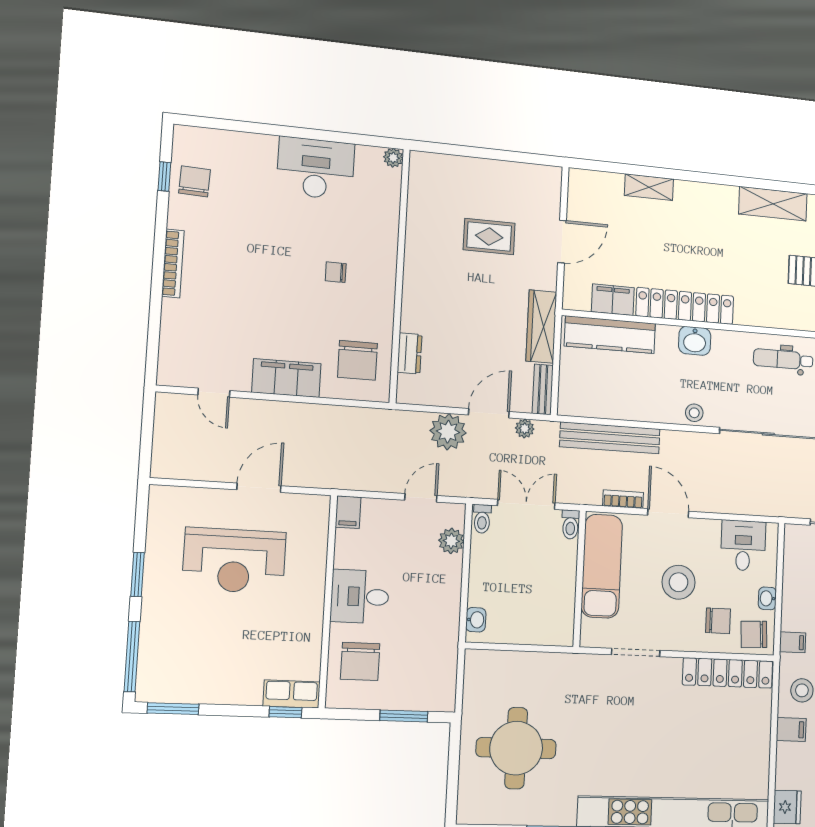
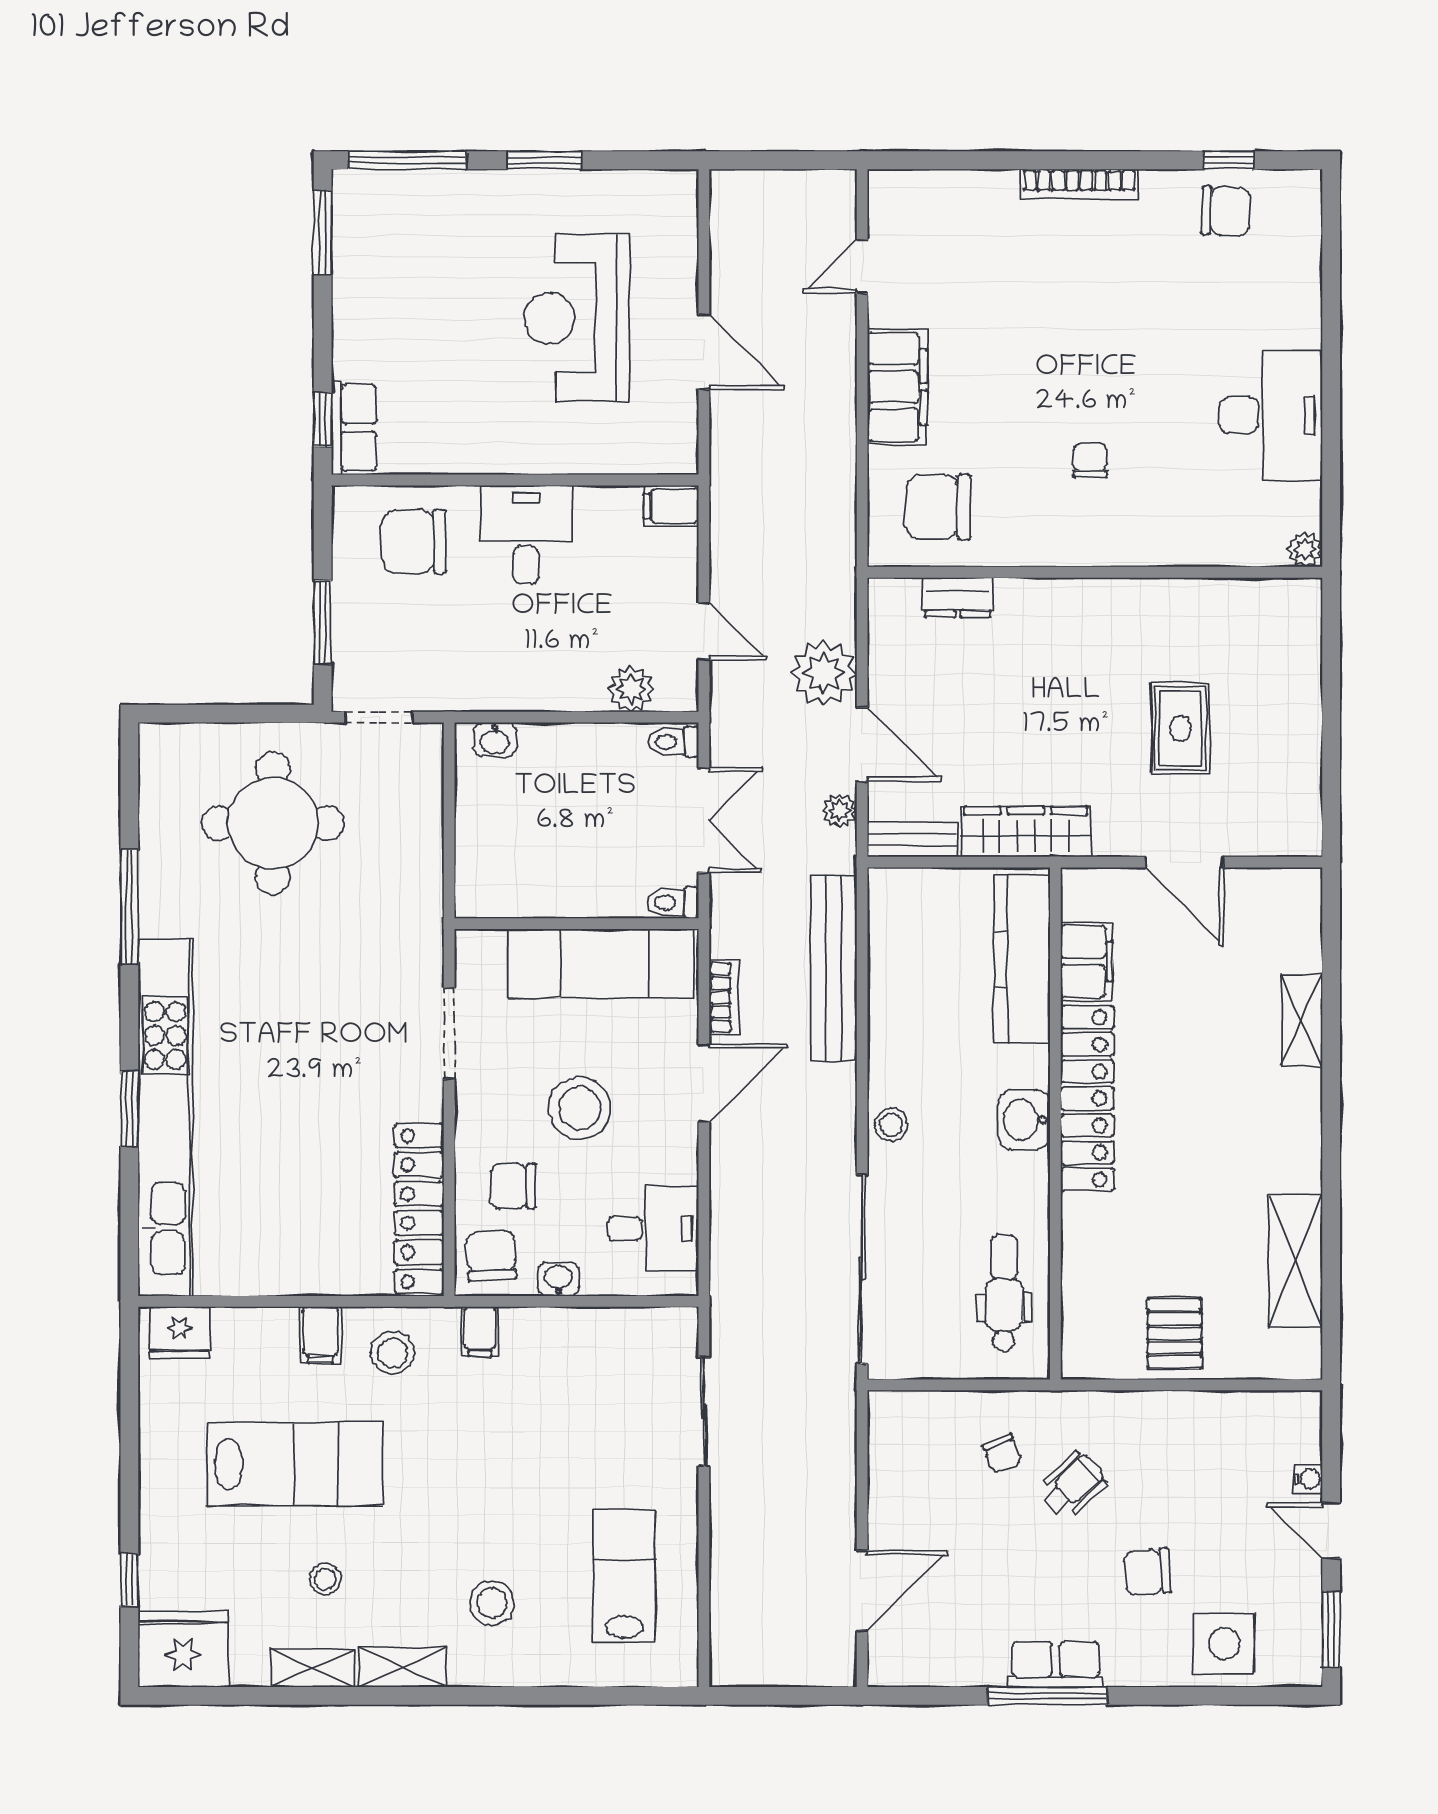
chair: (718, 621) -> (513, 1186), turned 90
doorway: (460, 685) -> (379, 717), added

